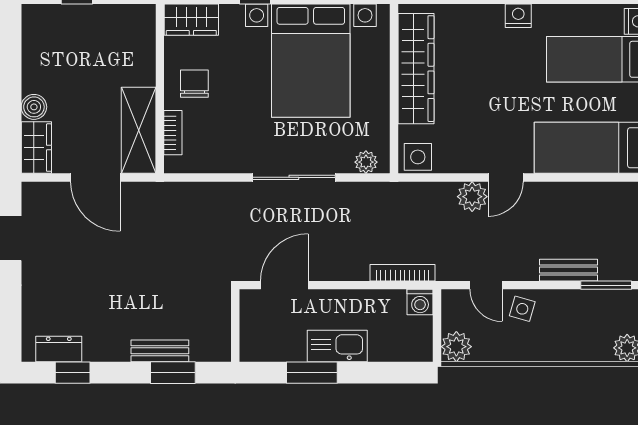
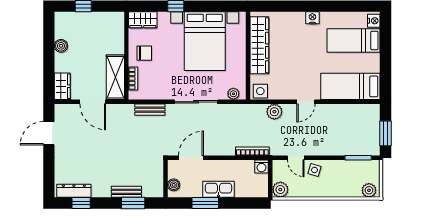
chair: (194, 84) -> (144, 53), turned 90
boiler: (34, 107) -> (61, 46), moved
plant: (472, 197) -> (274, 112), moved
bench: (568, 270) -> (150, 110), moved
boiler: (251, 337) -> (174, 185), added
dresser: (59, 349) -> (74, 191), width x1.44

